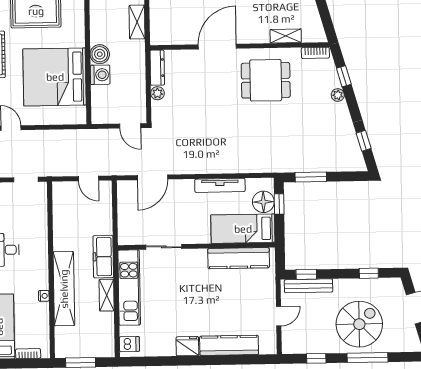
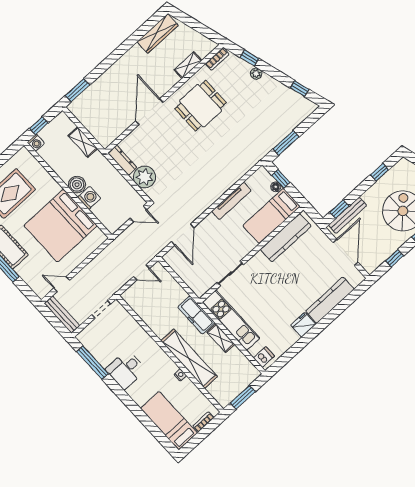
plant: (157, 93) -> (145, 177), width x1.88, depth x1.88
floor lamp: (263, 202) -> (276, 187), width x0.53, depth x0.53
door: (279, 316) -> (345, 252), width x1.88

